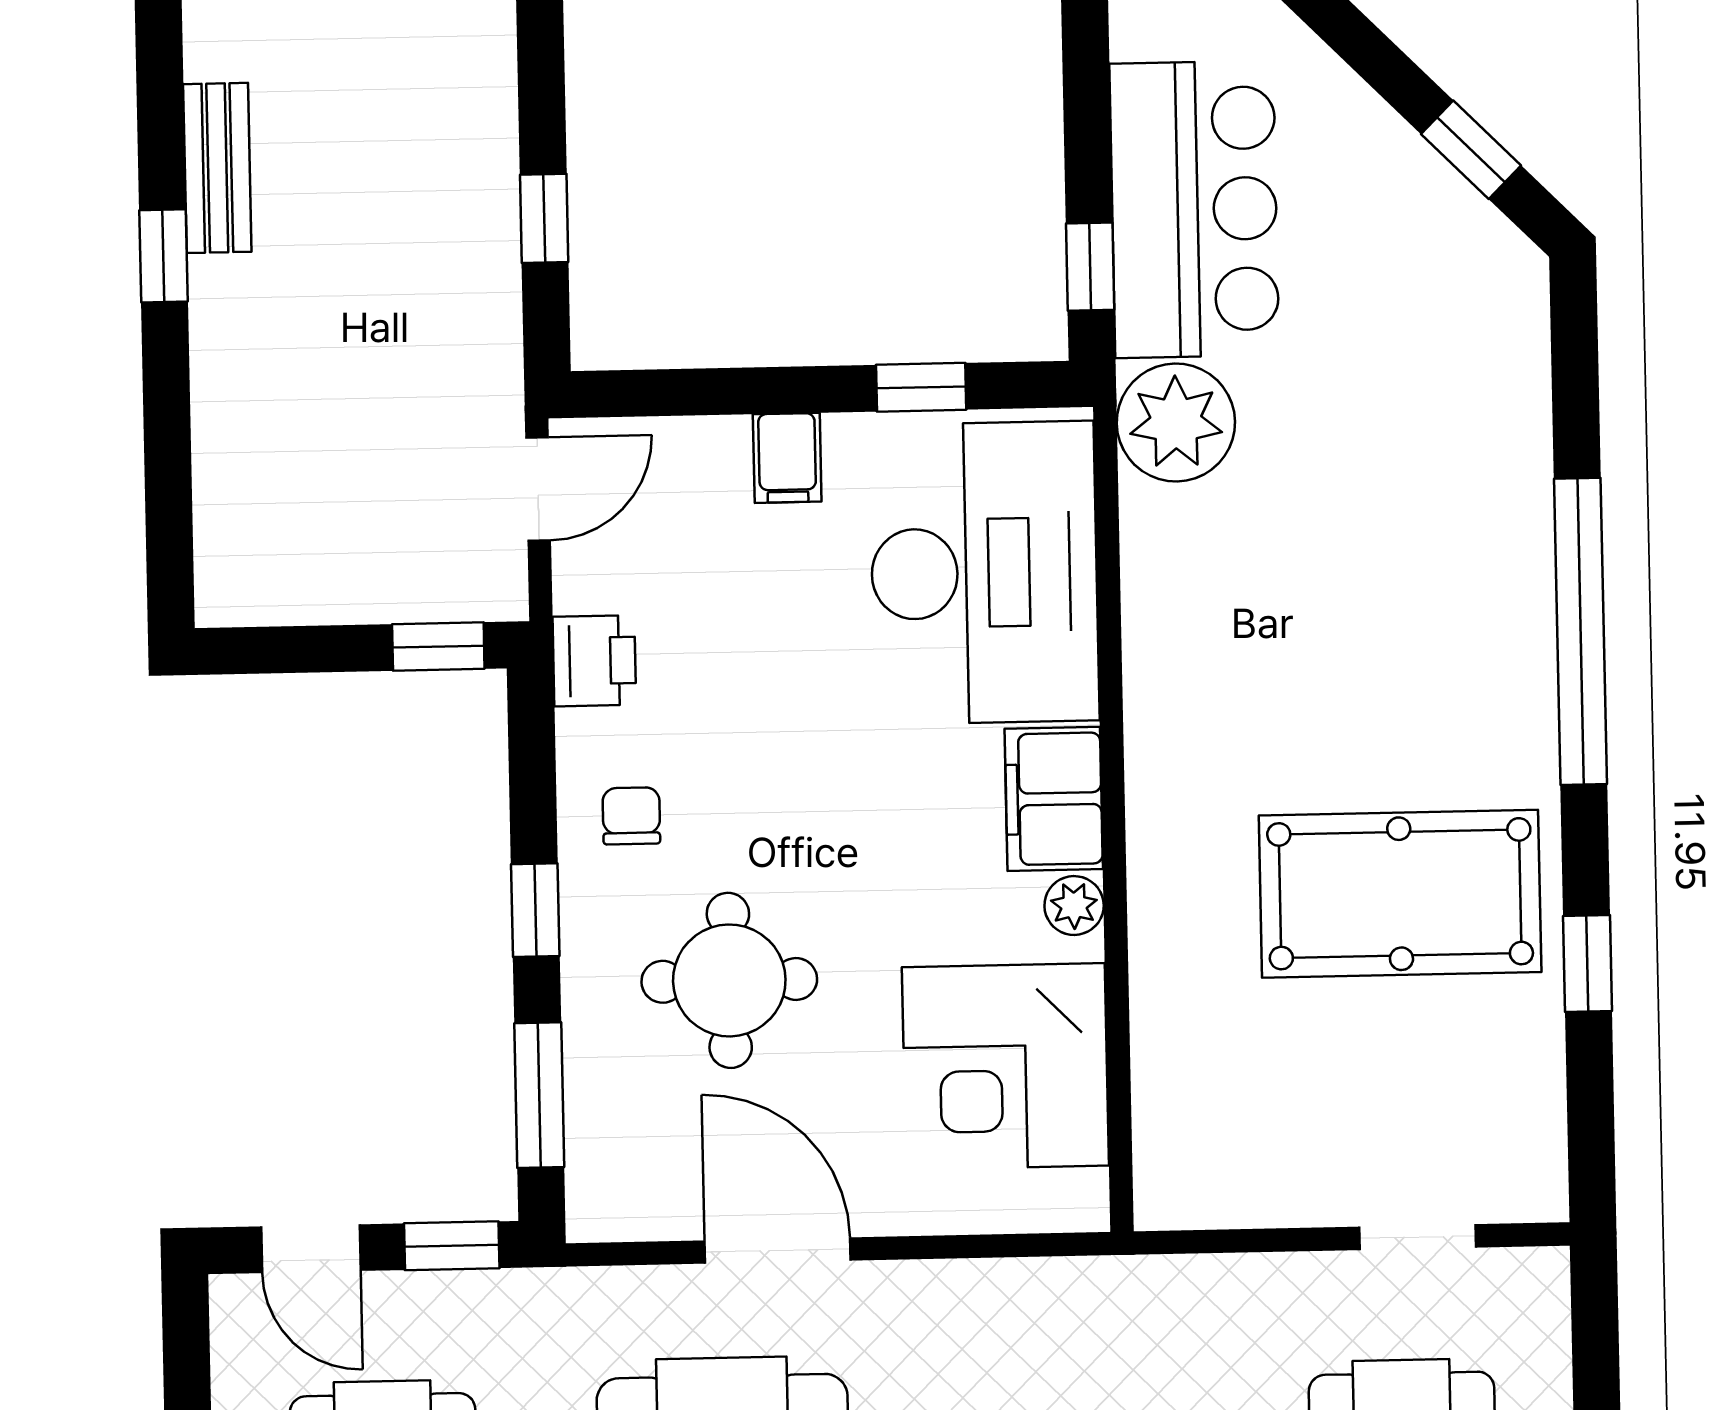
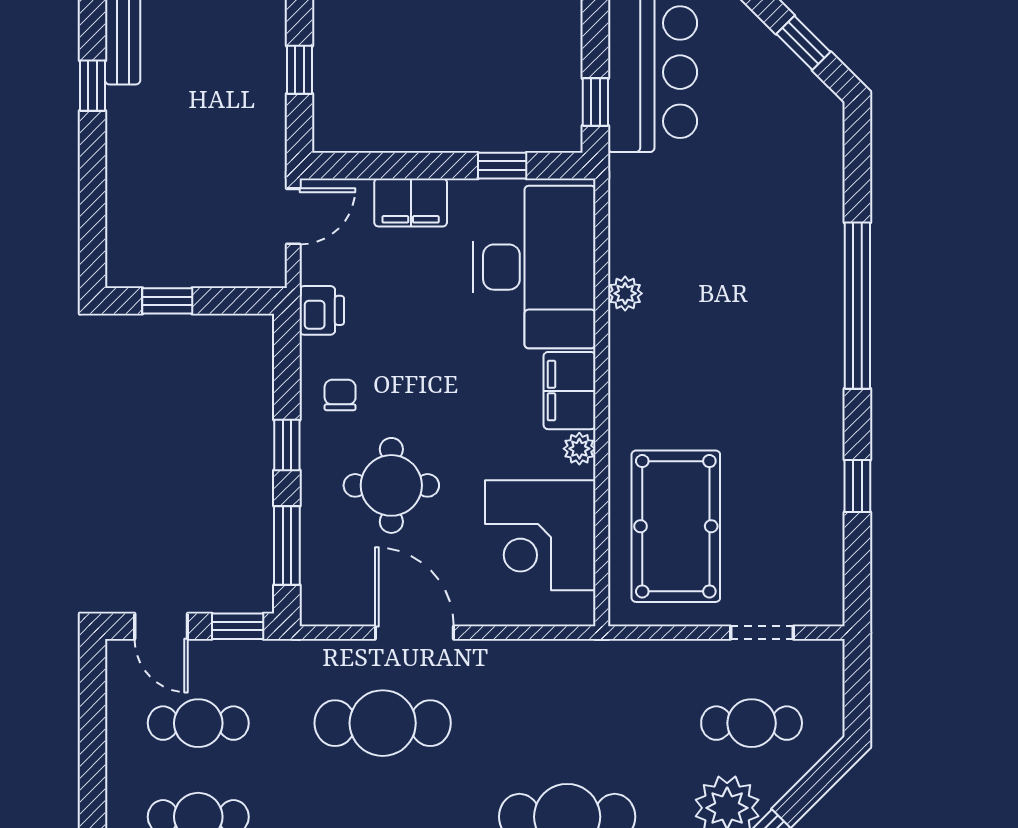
plant: (1176, 423) -> (625, 293), moved, width x0.53, depth x0.53
filing cabinet: (787, 458) -> (411, 202), width x2.00
window: (438, 646) -> (167, 301), moved
pool table: (1400, 894) -> (676, 526), moved, turned 90

